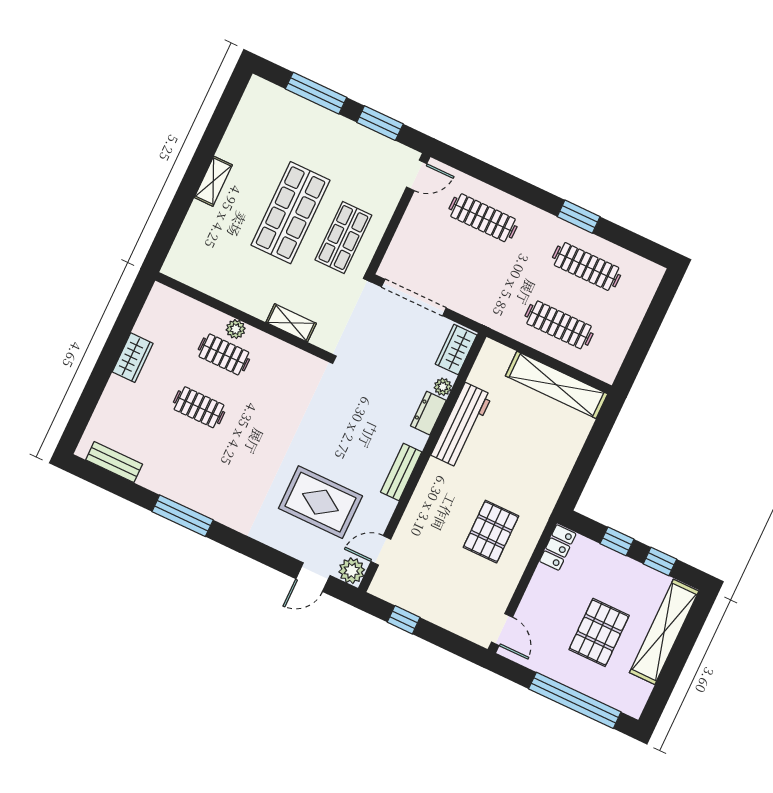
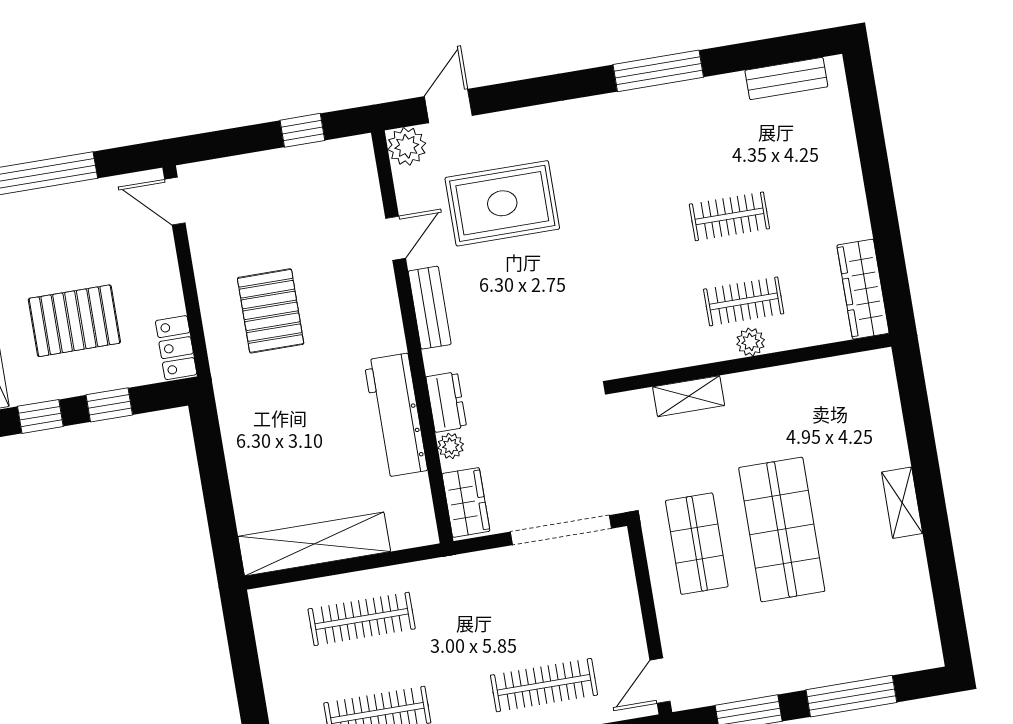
wardrobe: (133, 358) -> (863, 289), moved, width x1.50
door: (381, 550) -> (396, 238), moved
pallet: (599, 632) -> (74, 321), moved, turned 90

